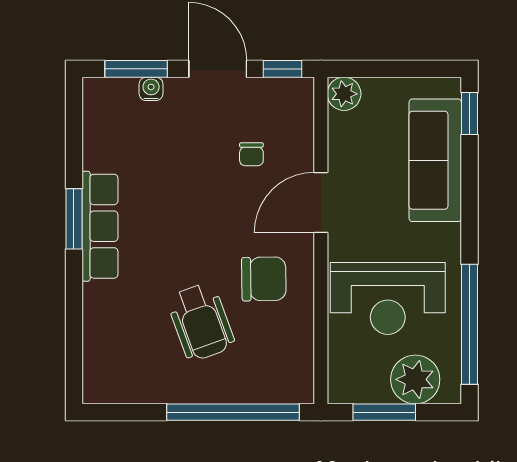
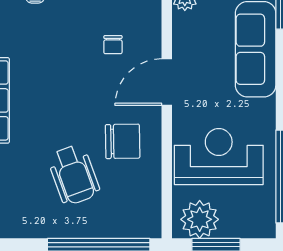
reception desk: (388, 299) -> (219, 157), turned 180
plant: (415, 379) -> (200, 219), moved

